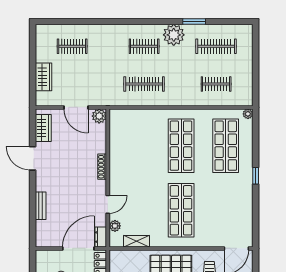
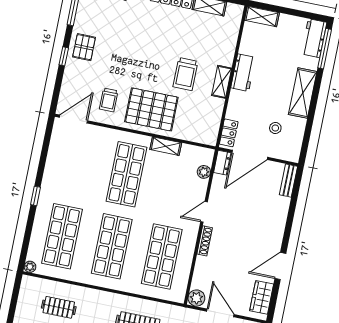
shop shelf: (136, 146) -> (162, 257), added
door: (33, 158) -> (280, 266), swing flipped
door: (108, 204) -> (204, 212), moved
bench: (41, 206) -> (288, 181), moved
shelving: (136, 241) -> (166, 146), moved

